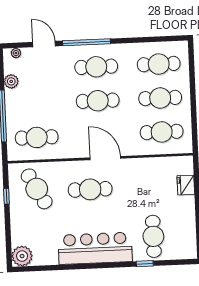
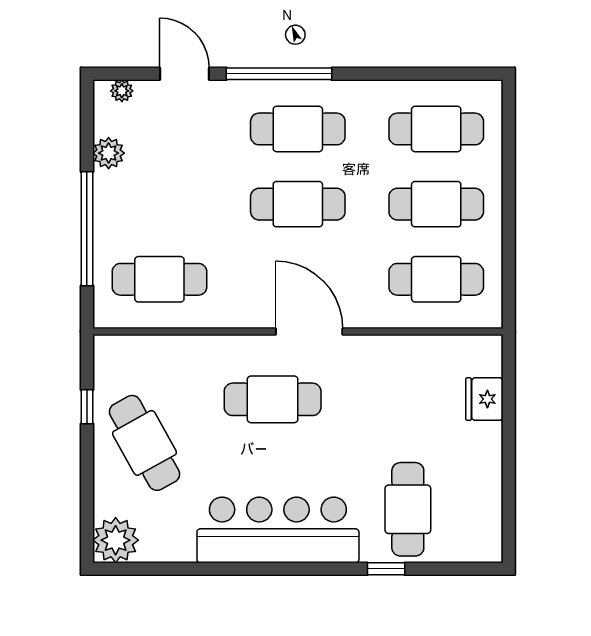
cafe table: (37, 189) -> (144, 443), moved

